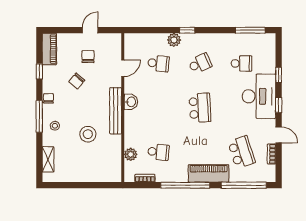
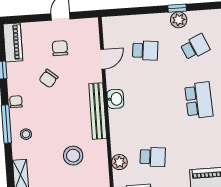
plant: (174, 40) -> (179, 20), moved
stool: (88, 134) -> (73, 156), moved

